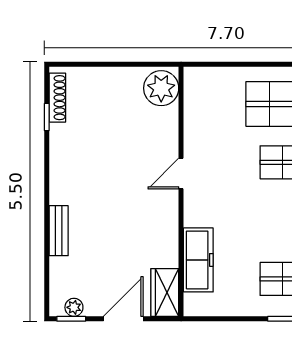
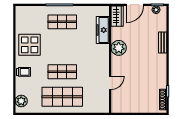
plant: (161, 88) -> (119, 48), moved
door: (181, 174) -> (110, 83), moved

